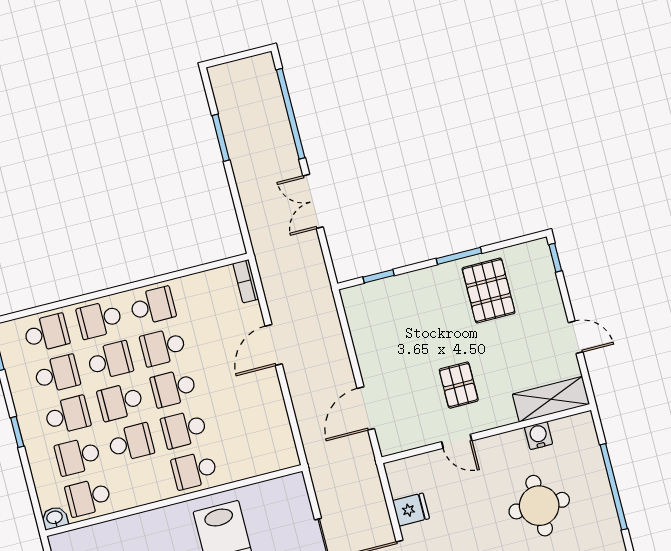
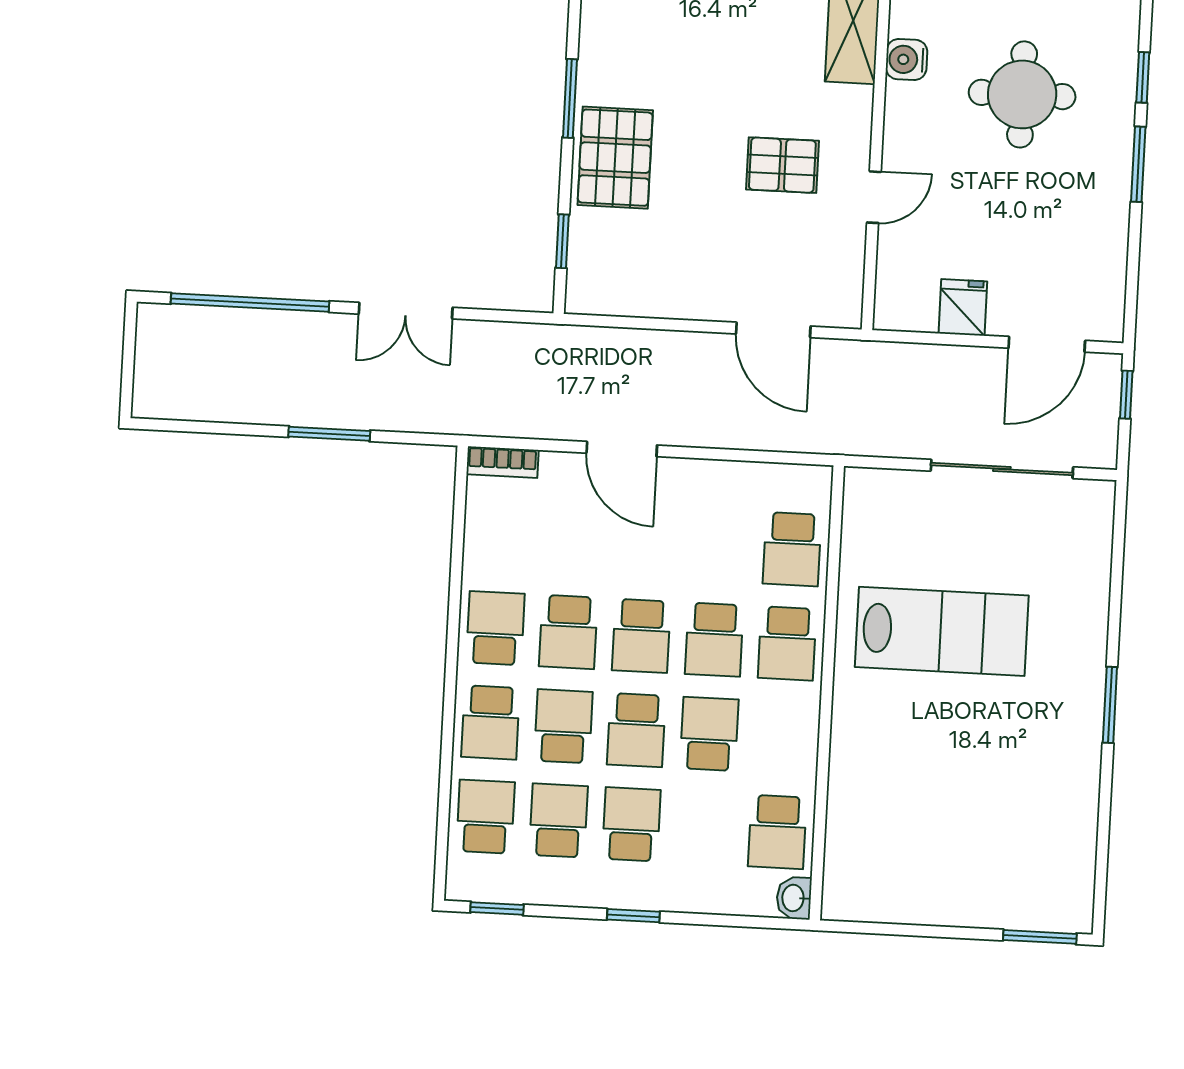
window: (221, 138) -> (329, 434), moved
pallet: (489, 290) -> (615, 158), moved, turned 90
school desk: (78, 456) -> (792, 549), moved

